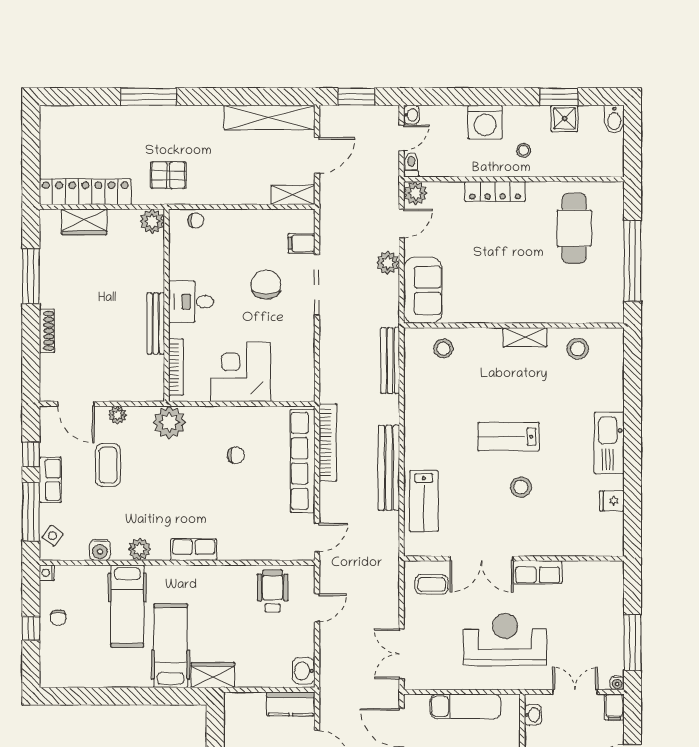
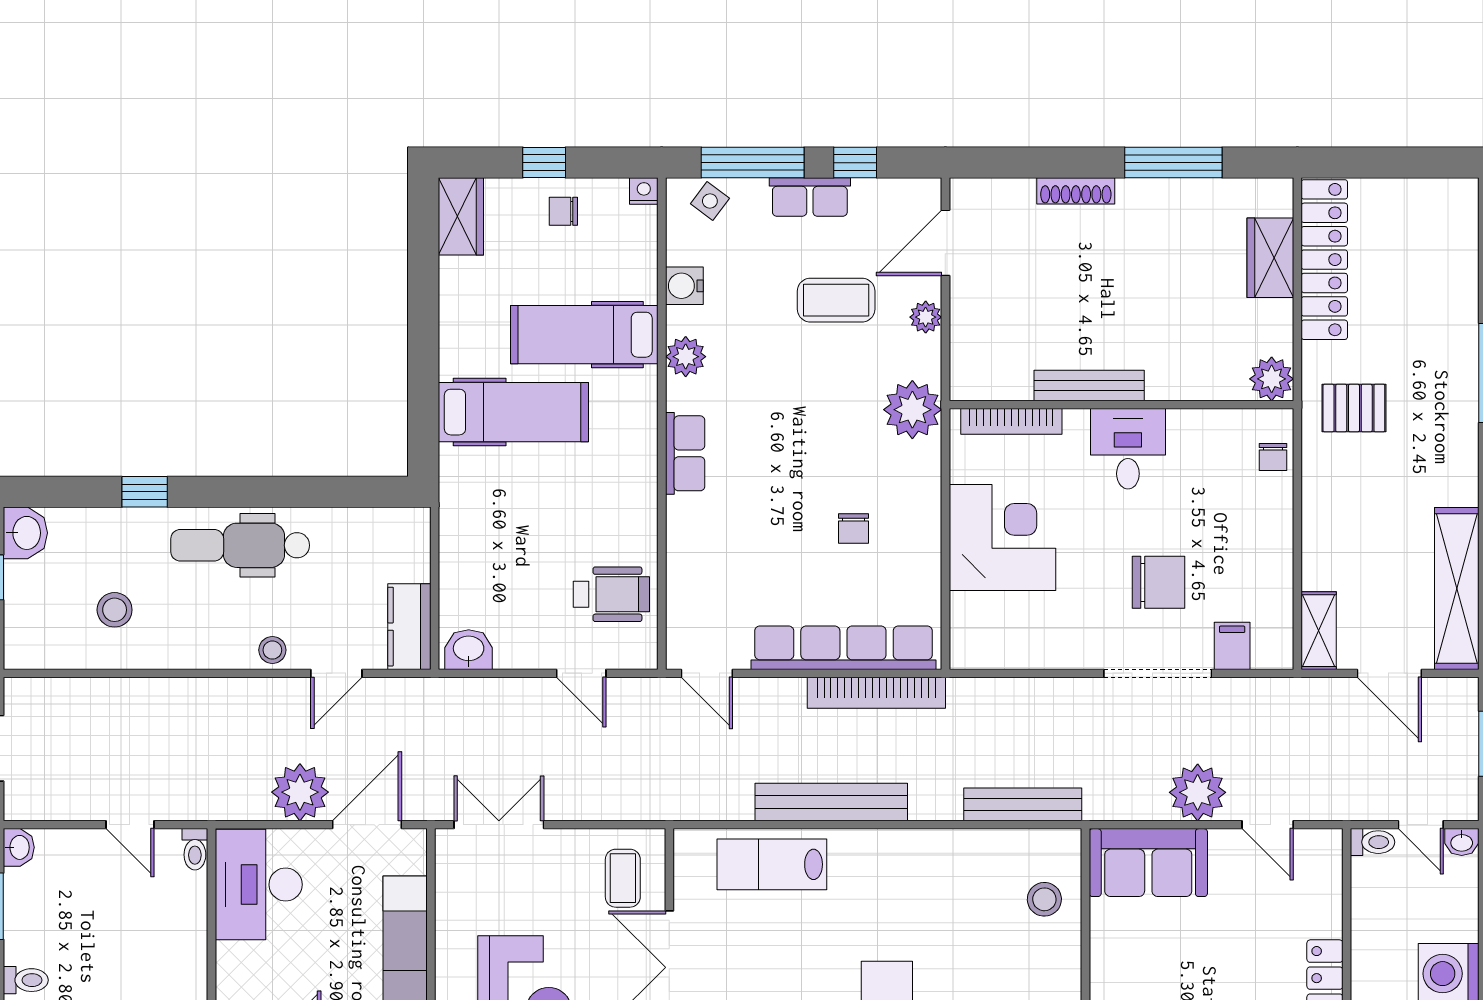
pallet: (168, 175) -> (1354, 408), turned 90
plant: (415, 193) -> (1322, 849), removed
plant: (388, 263) -> (1198, 792), width x1.36, depth x1.36
wardrobe: (213, 675) -> (461, 216), moved

